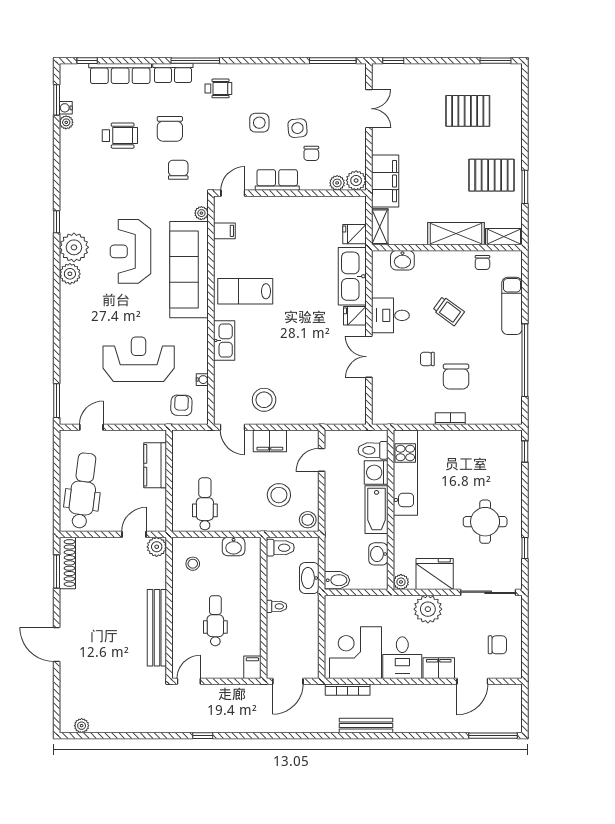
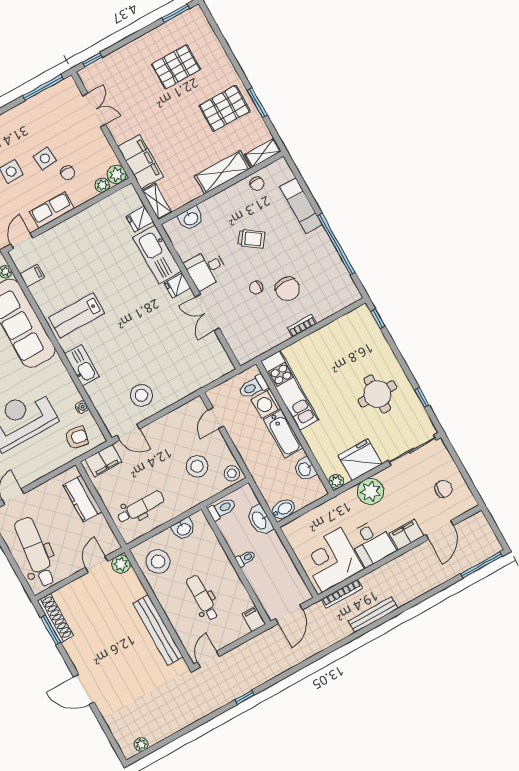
armchair: (181, 405) -> (77, 438), turned 99
filing cabinet: (270, 441) -> (103, 461), moved
dental chair: (205, 504) -> (141, 507), turned 90
stool: (193, 564) -> (158, 562), width x1.89, depth x1.89

